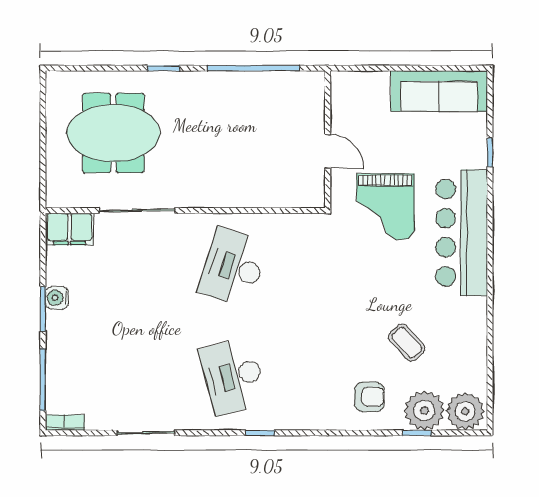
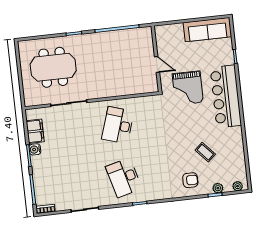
filing cabinet: (69, 229) -> (35, 131), moved, turned -90
plant: (424, 410) -> (218, 188), width x0.53, depth x0.53
plant: (465, 411) -> (238, 186), width x0.53, depth x0.53

